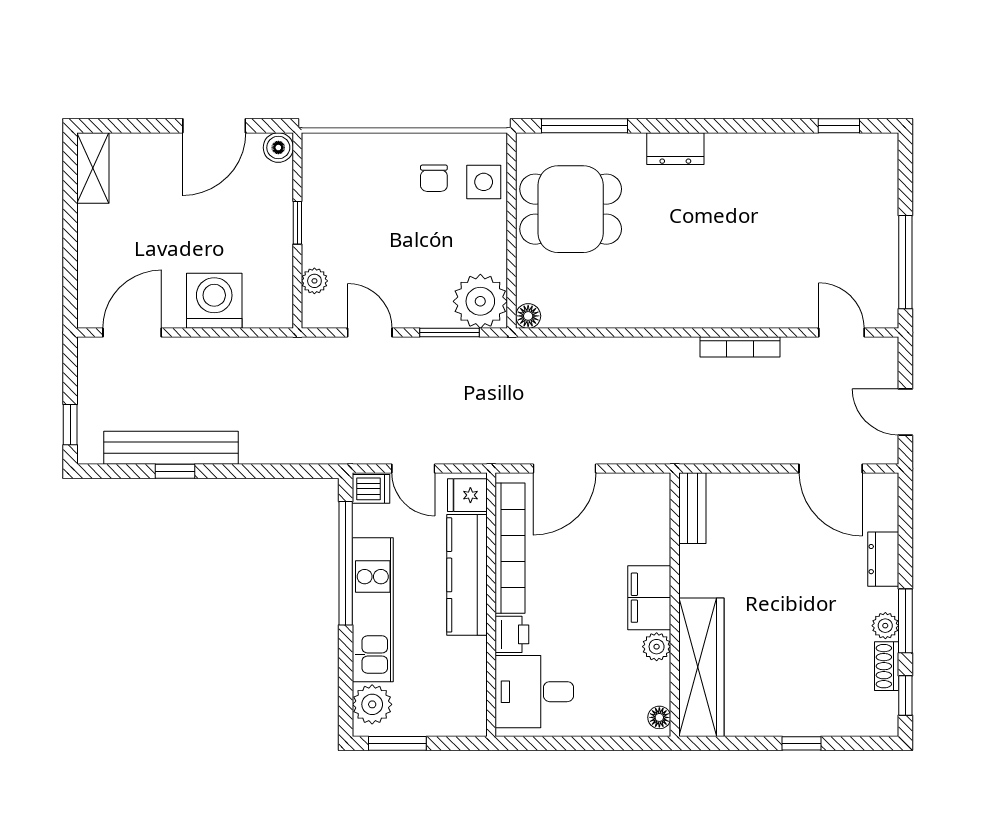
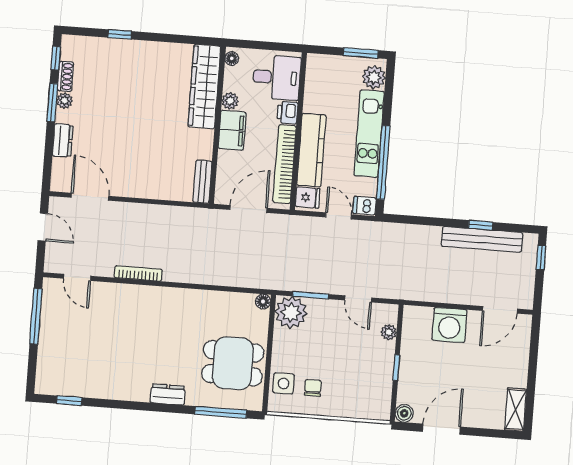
bench: (692, 508) -> (202, 182), moved
filing cabinet: (649, 598) -> (232, 130), moved
wall: (675, 605) -> (217, 125), moved
plant: (657, 647) -> (230, 101), moved
wardrobe: (701, 667) -> (204, 87), moved
floor lamp: (659, 717) -> (232, 59), moved

